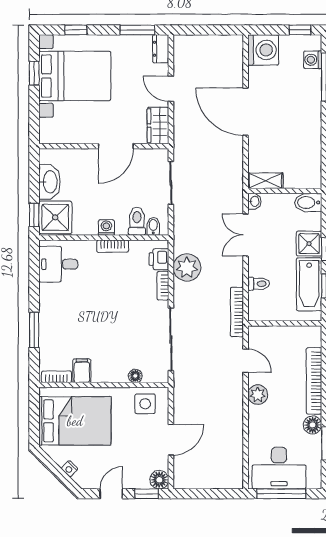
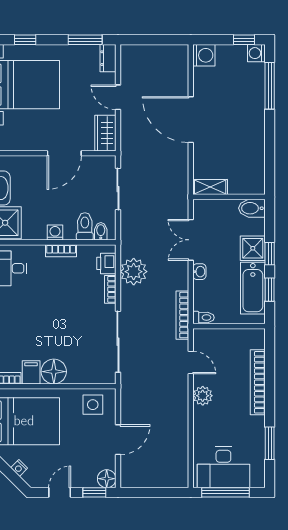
washing machine: (263, 50) -> (204, 55), width x0.73, depth x0.73
washing machine: (313, 60) -> (256, 53), moved
washbasin: (254, 201) -> (199, 272), moved
toilet: (259, 284) -> (204, 318), moved
floor lamp: (135, 376) -> (54, 372), moved, width x1.89, depth x1.89
floor lamp: (313, 425) -> (256, 425), removed

